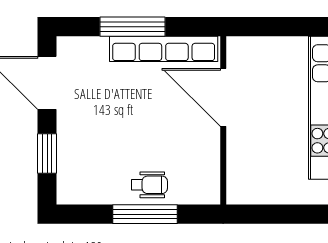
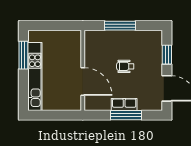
row of seats: (164, 49) -> (124, 105), width x0.50
wheelchair: (149, 185) -> (125, 66), moved

